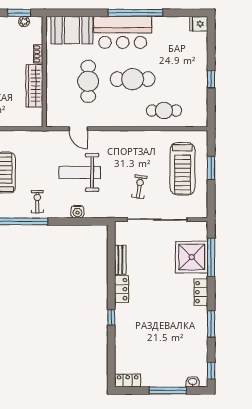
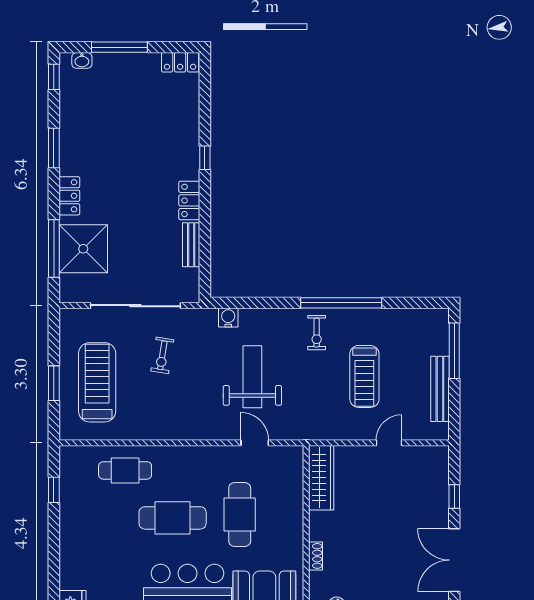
window: (211, 79) -> (54, 490), moved
wardrobe: (34, 86) -> (321, 478), moved
weight bench: (80, 172) -> (252, 377), turned -90
water cooler: (77, 212) -> (228, 318), moved

